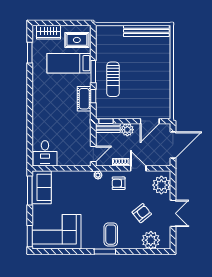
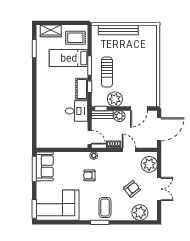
bench: (146, 31) -> (118, 30), moved
plant: (122, 110) -> (115, 99), added
desk: (45, 153) -> (76, 111), moved, turned -90
door: (93, 154) -> (90, 137), hinge flipped
armchair: (119, 183) -> (89, 175), moved

